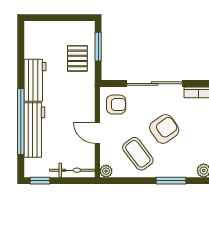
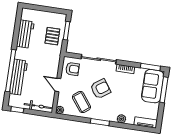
workbench: (35, 80) -> (25, 34), moved

